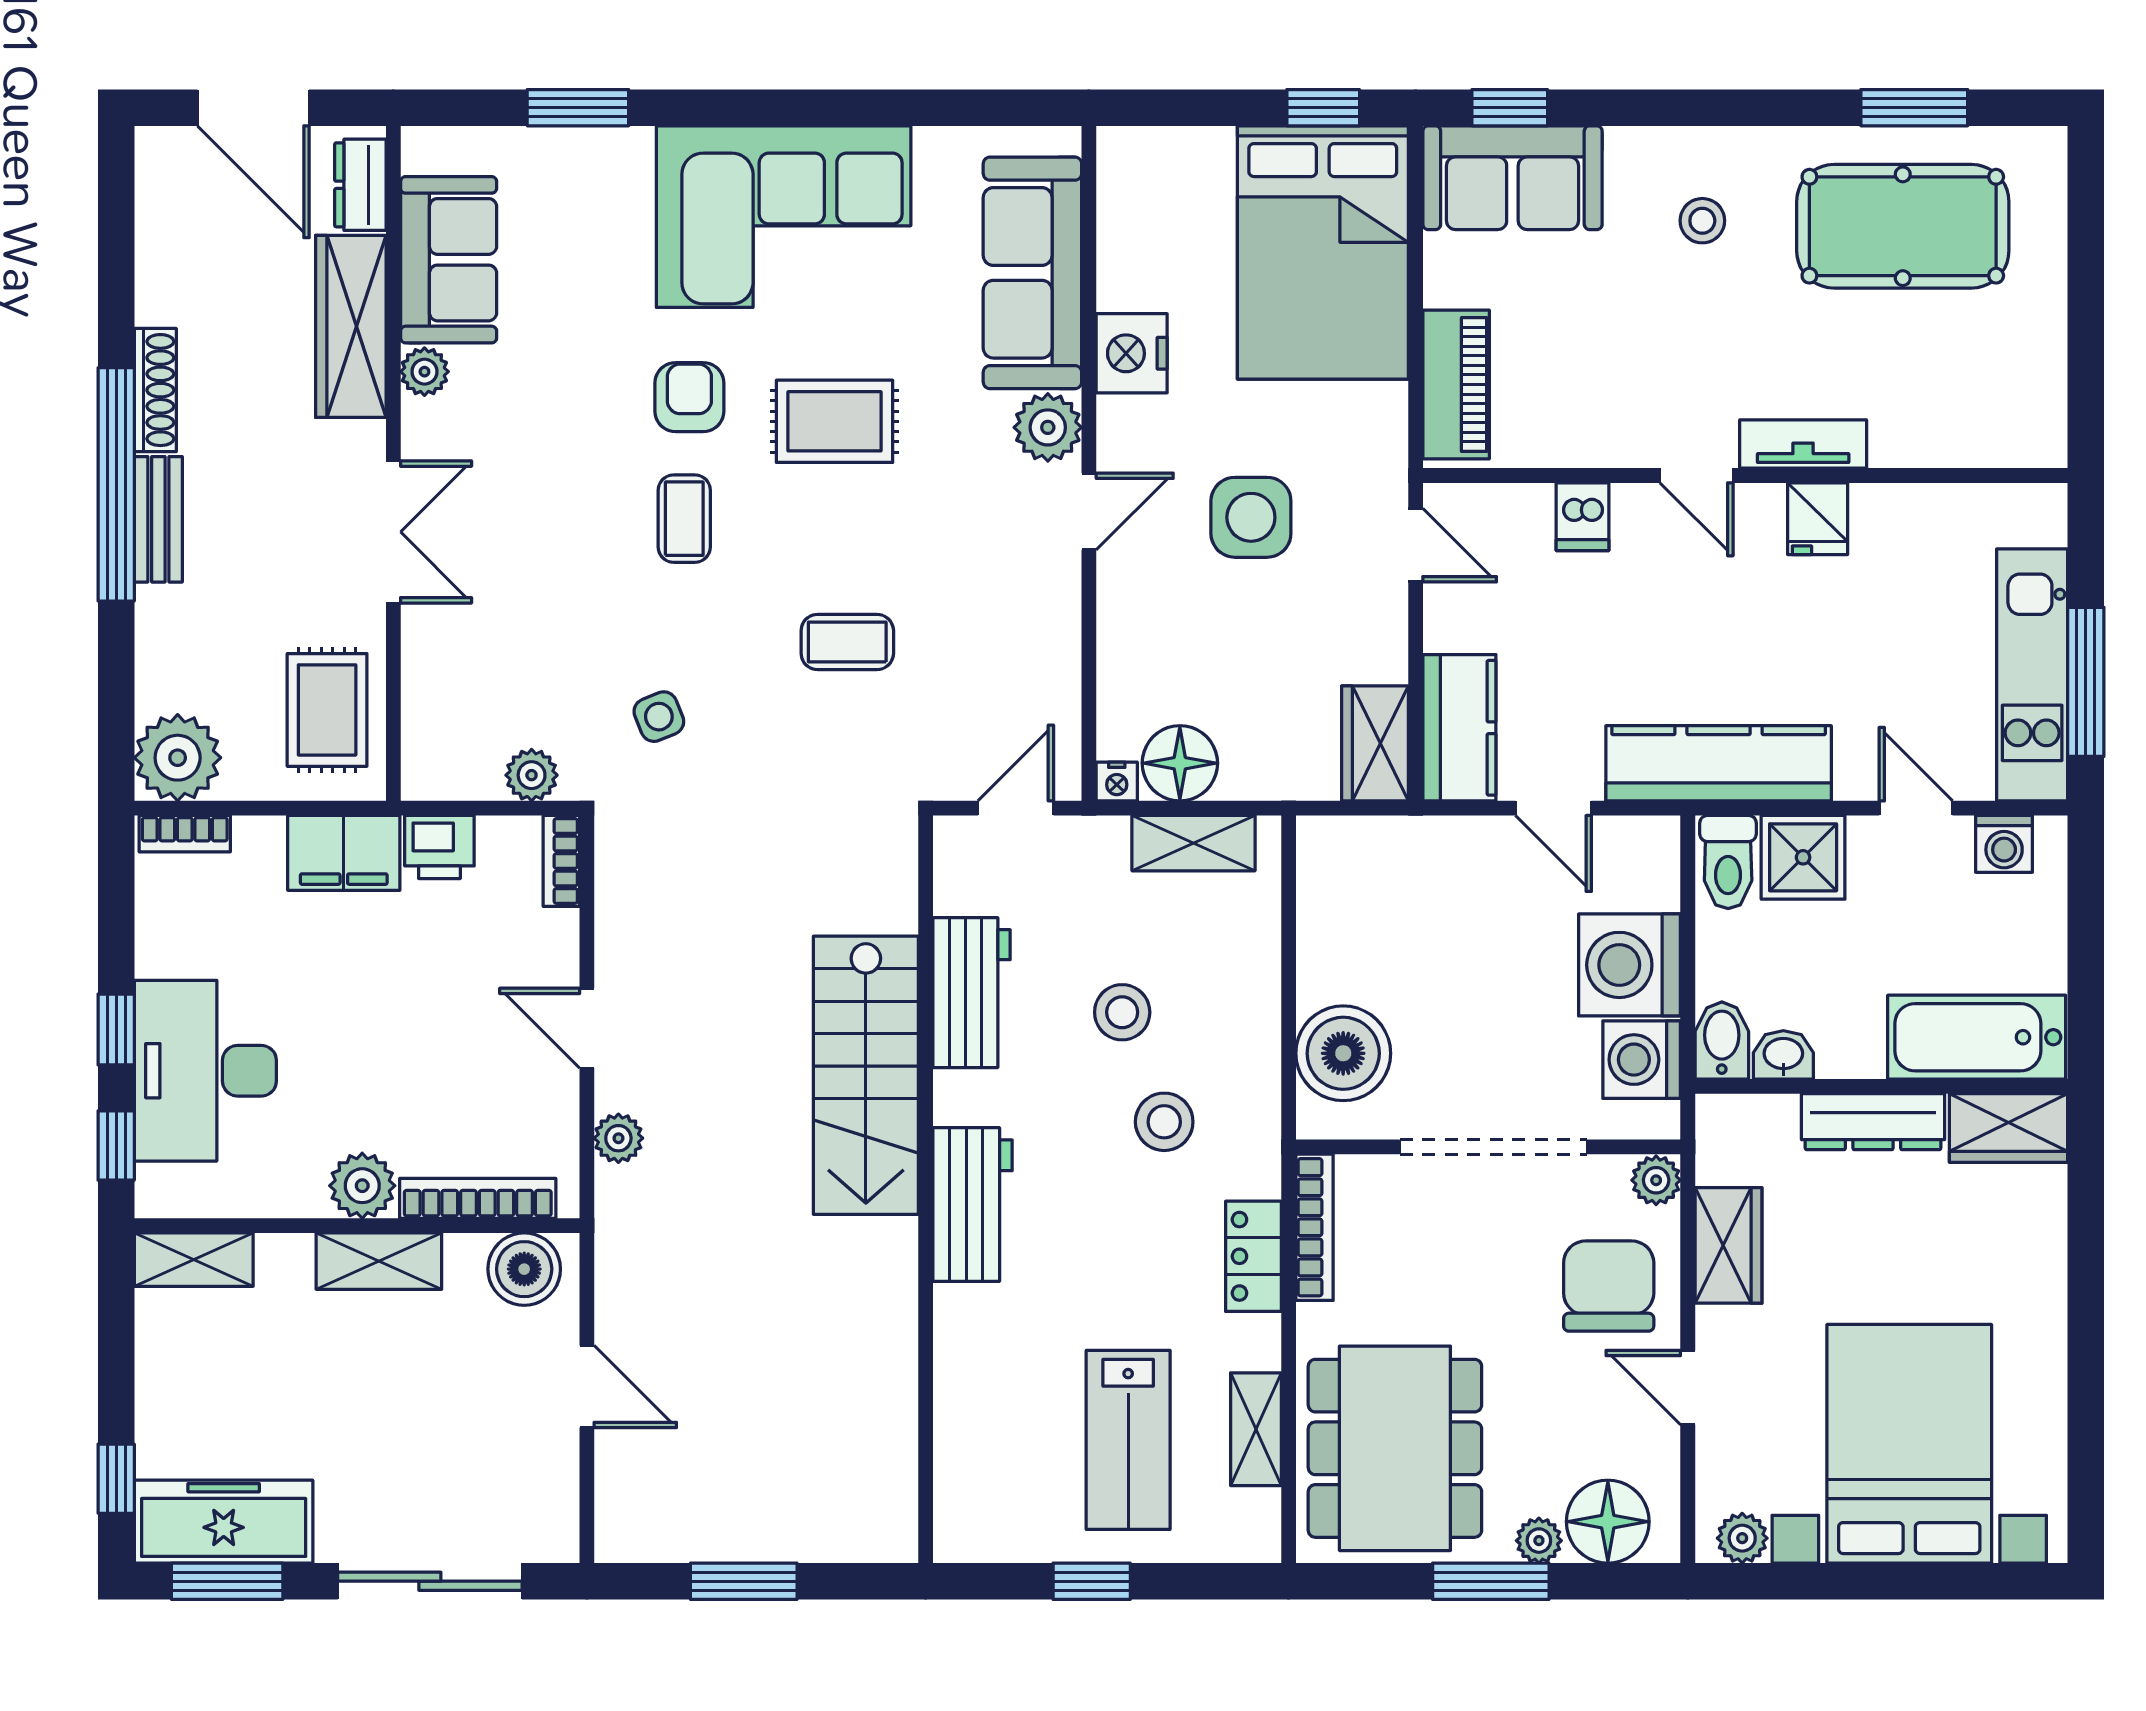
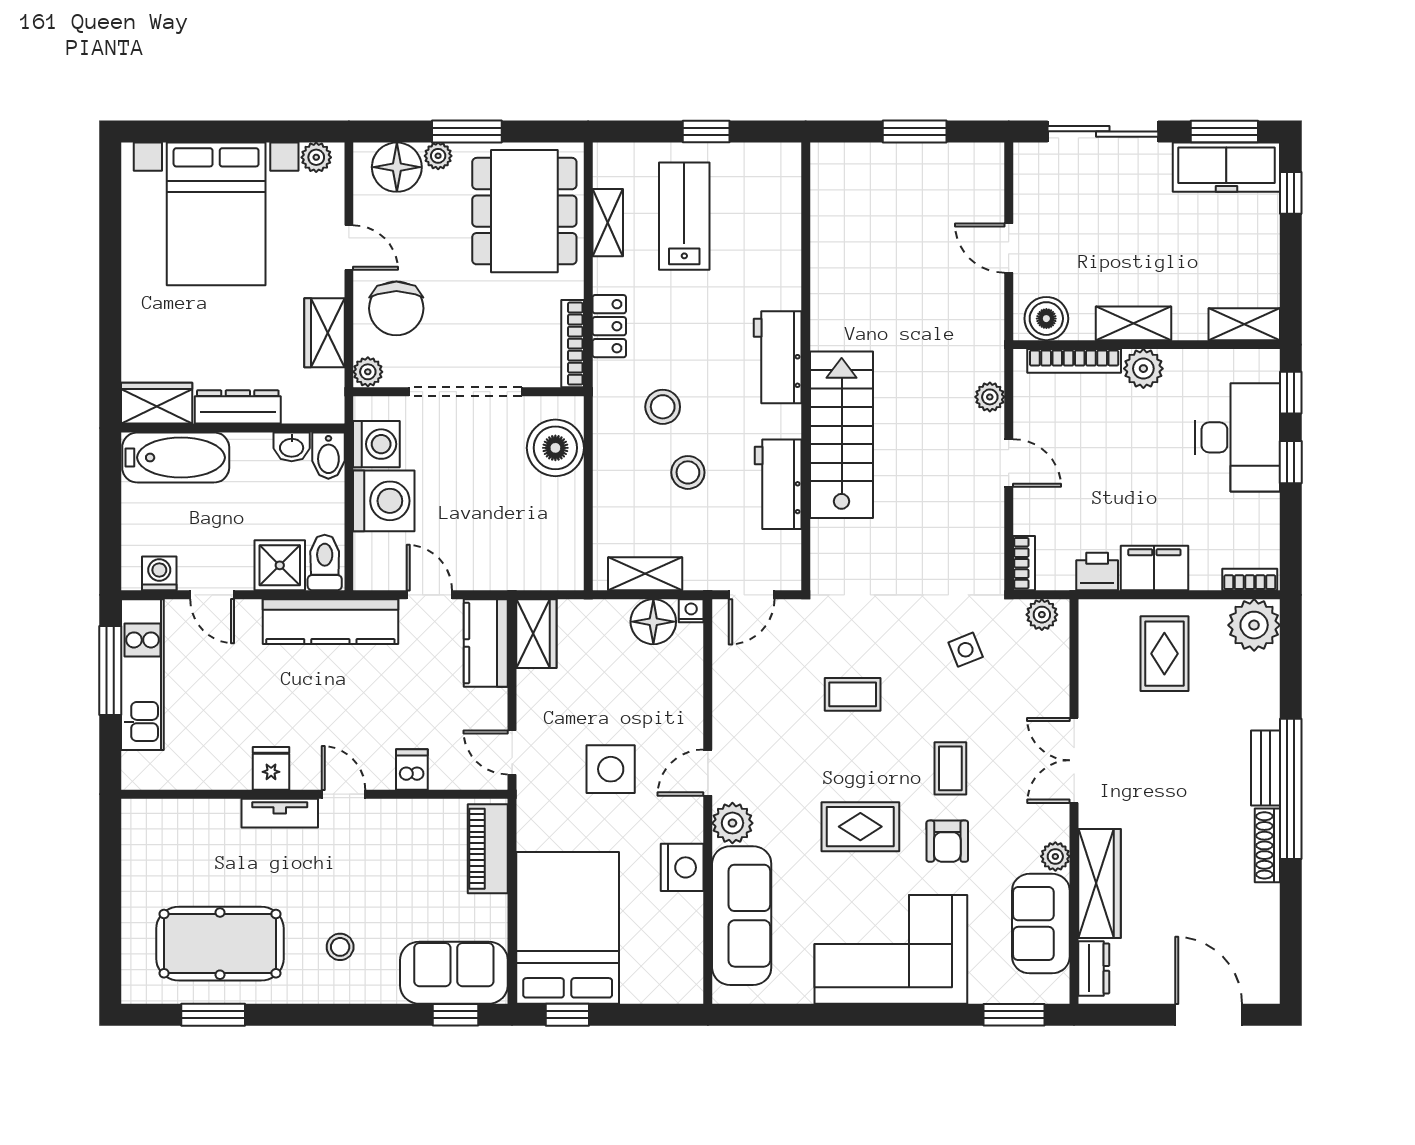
dresser: (360, 185) -> (1094, 968), moved
sofa: (449, 260) -> (1041, 924), moved
wardrobe: (351, 326) -> (1099, 884), moved
plant: (424, 372) -> (1055, 856), moved
wall: (393, 463) -> (1074, 801), moved
double door: (393, 532) -> (1074, 760), moved

